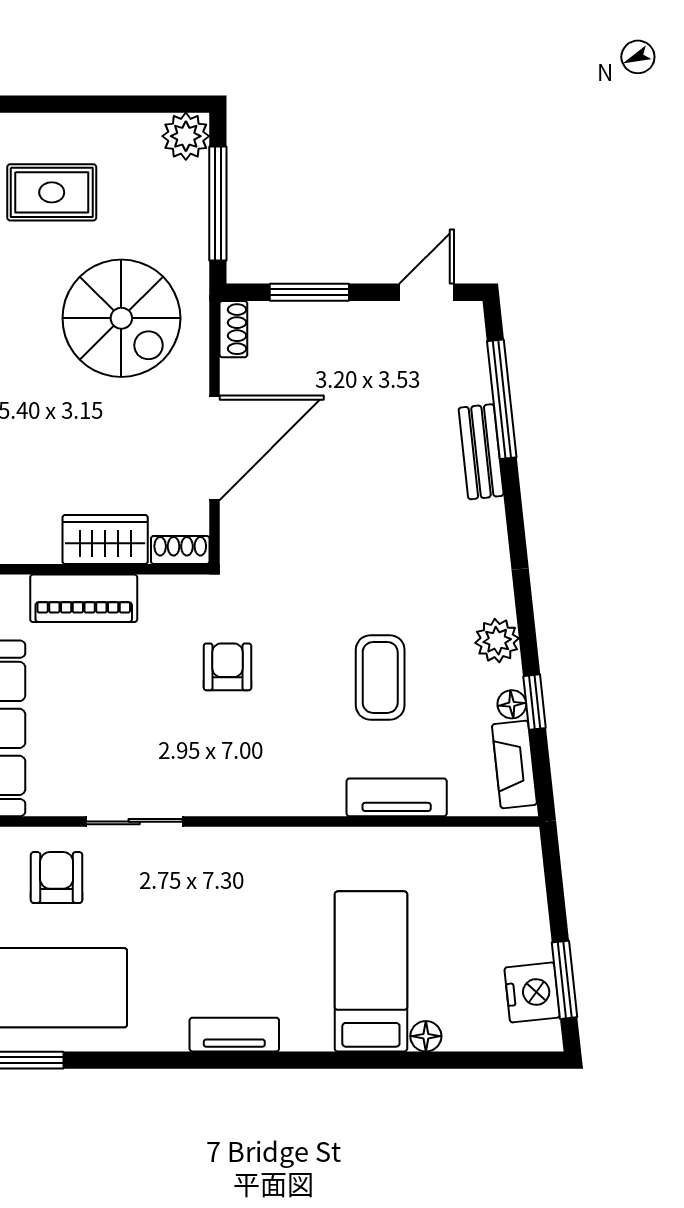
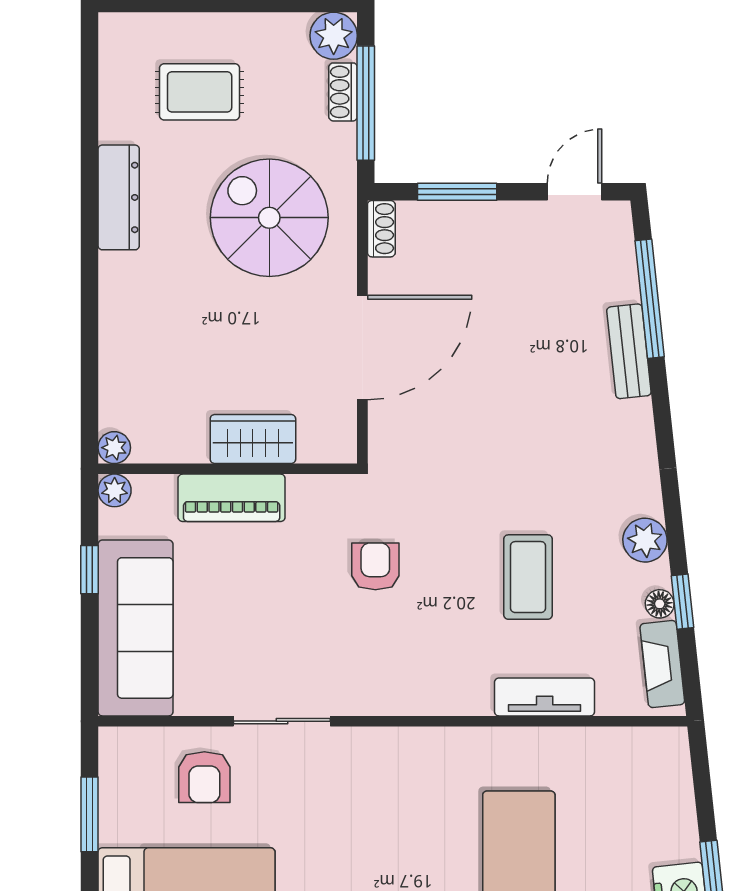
spiral stairs: (121, 318) -> (269, 218), turned 180
shoe rack: (180, 550) -> (343, 92), moved, turned -90
armchair: (57, 878) -> (204, 777), turned 180

